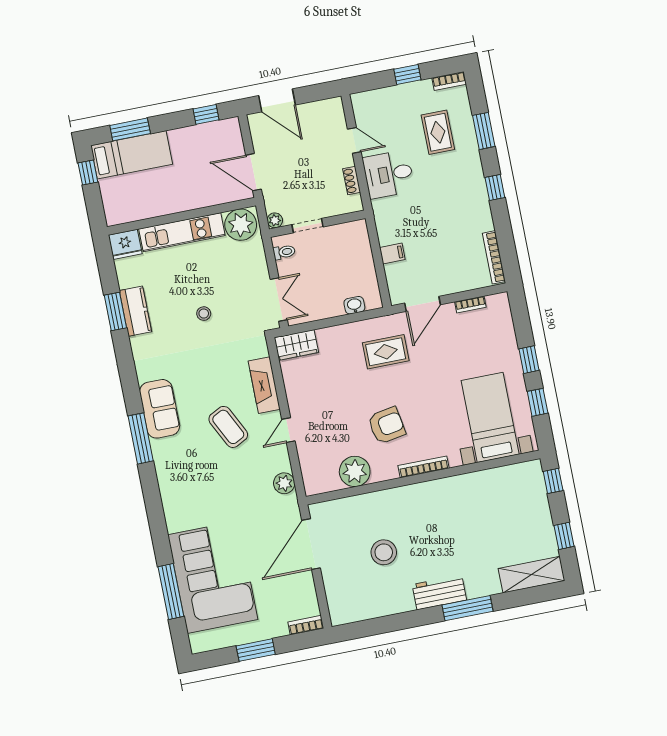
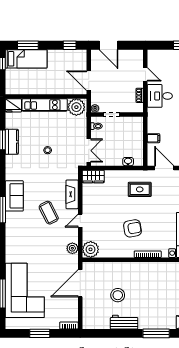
door: (423, 304) -> (164, 168), swing flipped
plant: (355, 471) -> (91, 249), moved
workbench: (439, 592) -> (124, 322), moved

